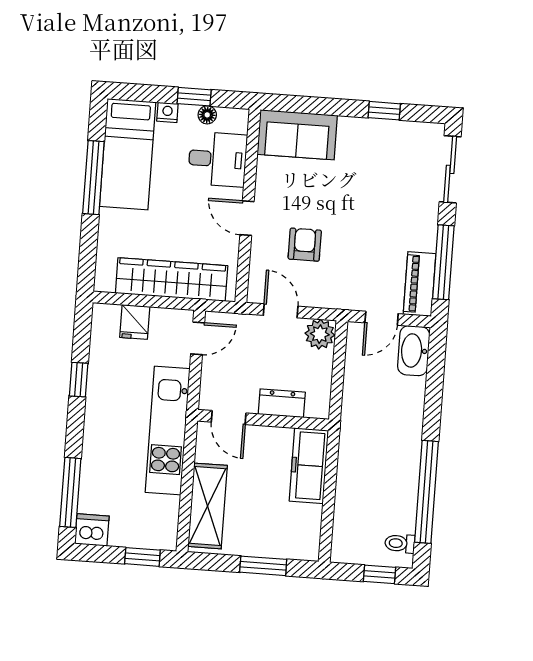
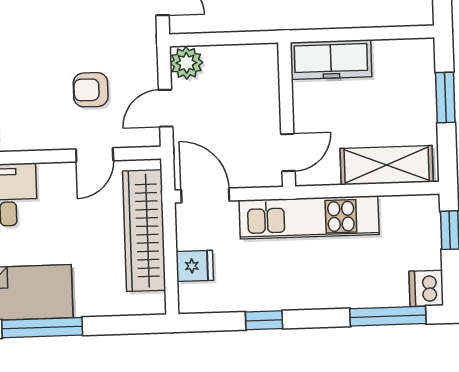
door: (247, 218) -> (95, 155), moved
door: (198, 338) -> (205, 195), width x1.38
dresser: (282, 403) -> (266, 96), removed

